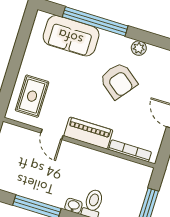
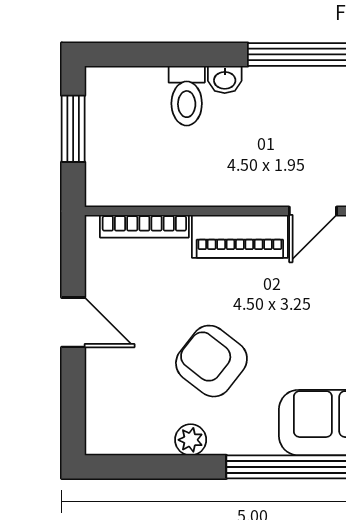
door: (52, 134) -> (313, 211), swing flipped

